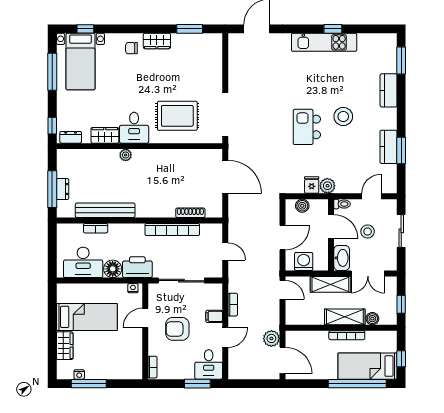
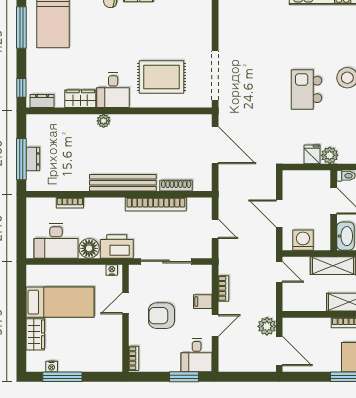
boiler: (302, 206) -> (301, 178), removed
bench: (105, 210) -> (123, 183), moved
door: (282, 238) -> (279, 213), swing flipped

